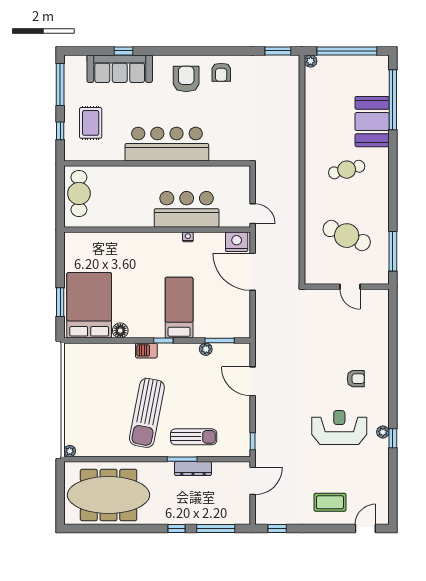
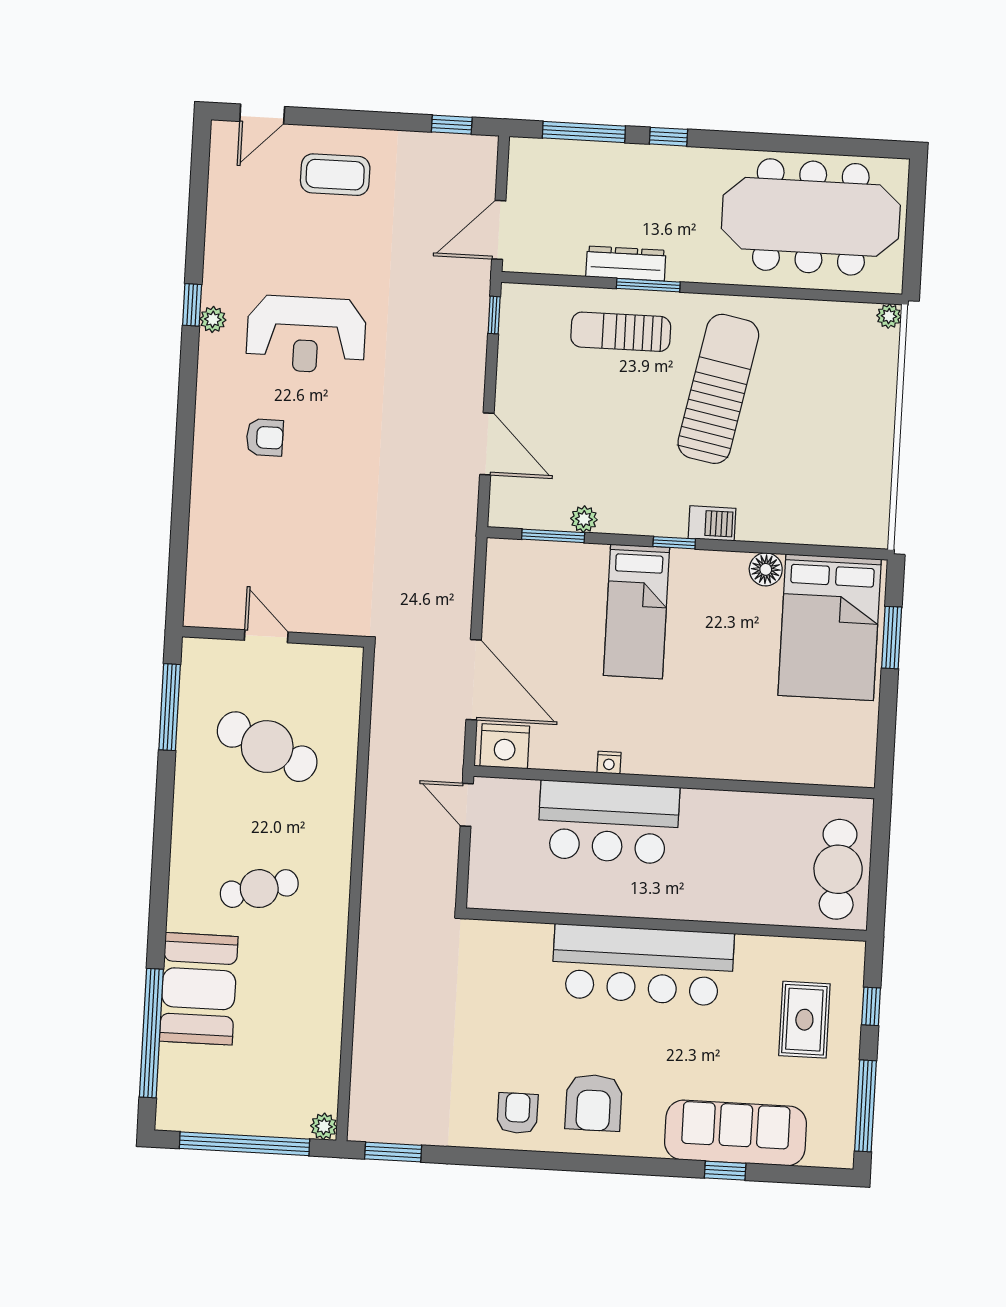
armchair: (356, 379) -> (265, 437), turned 180

